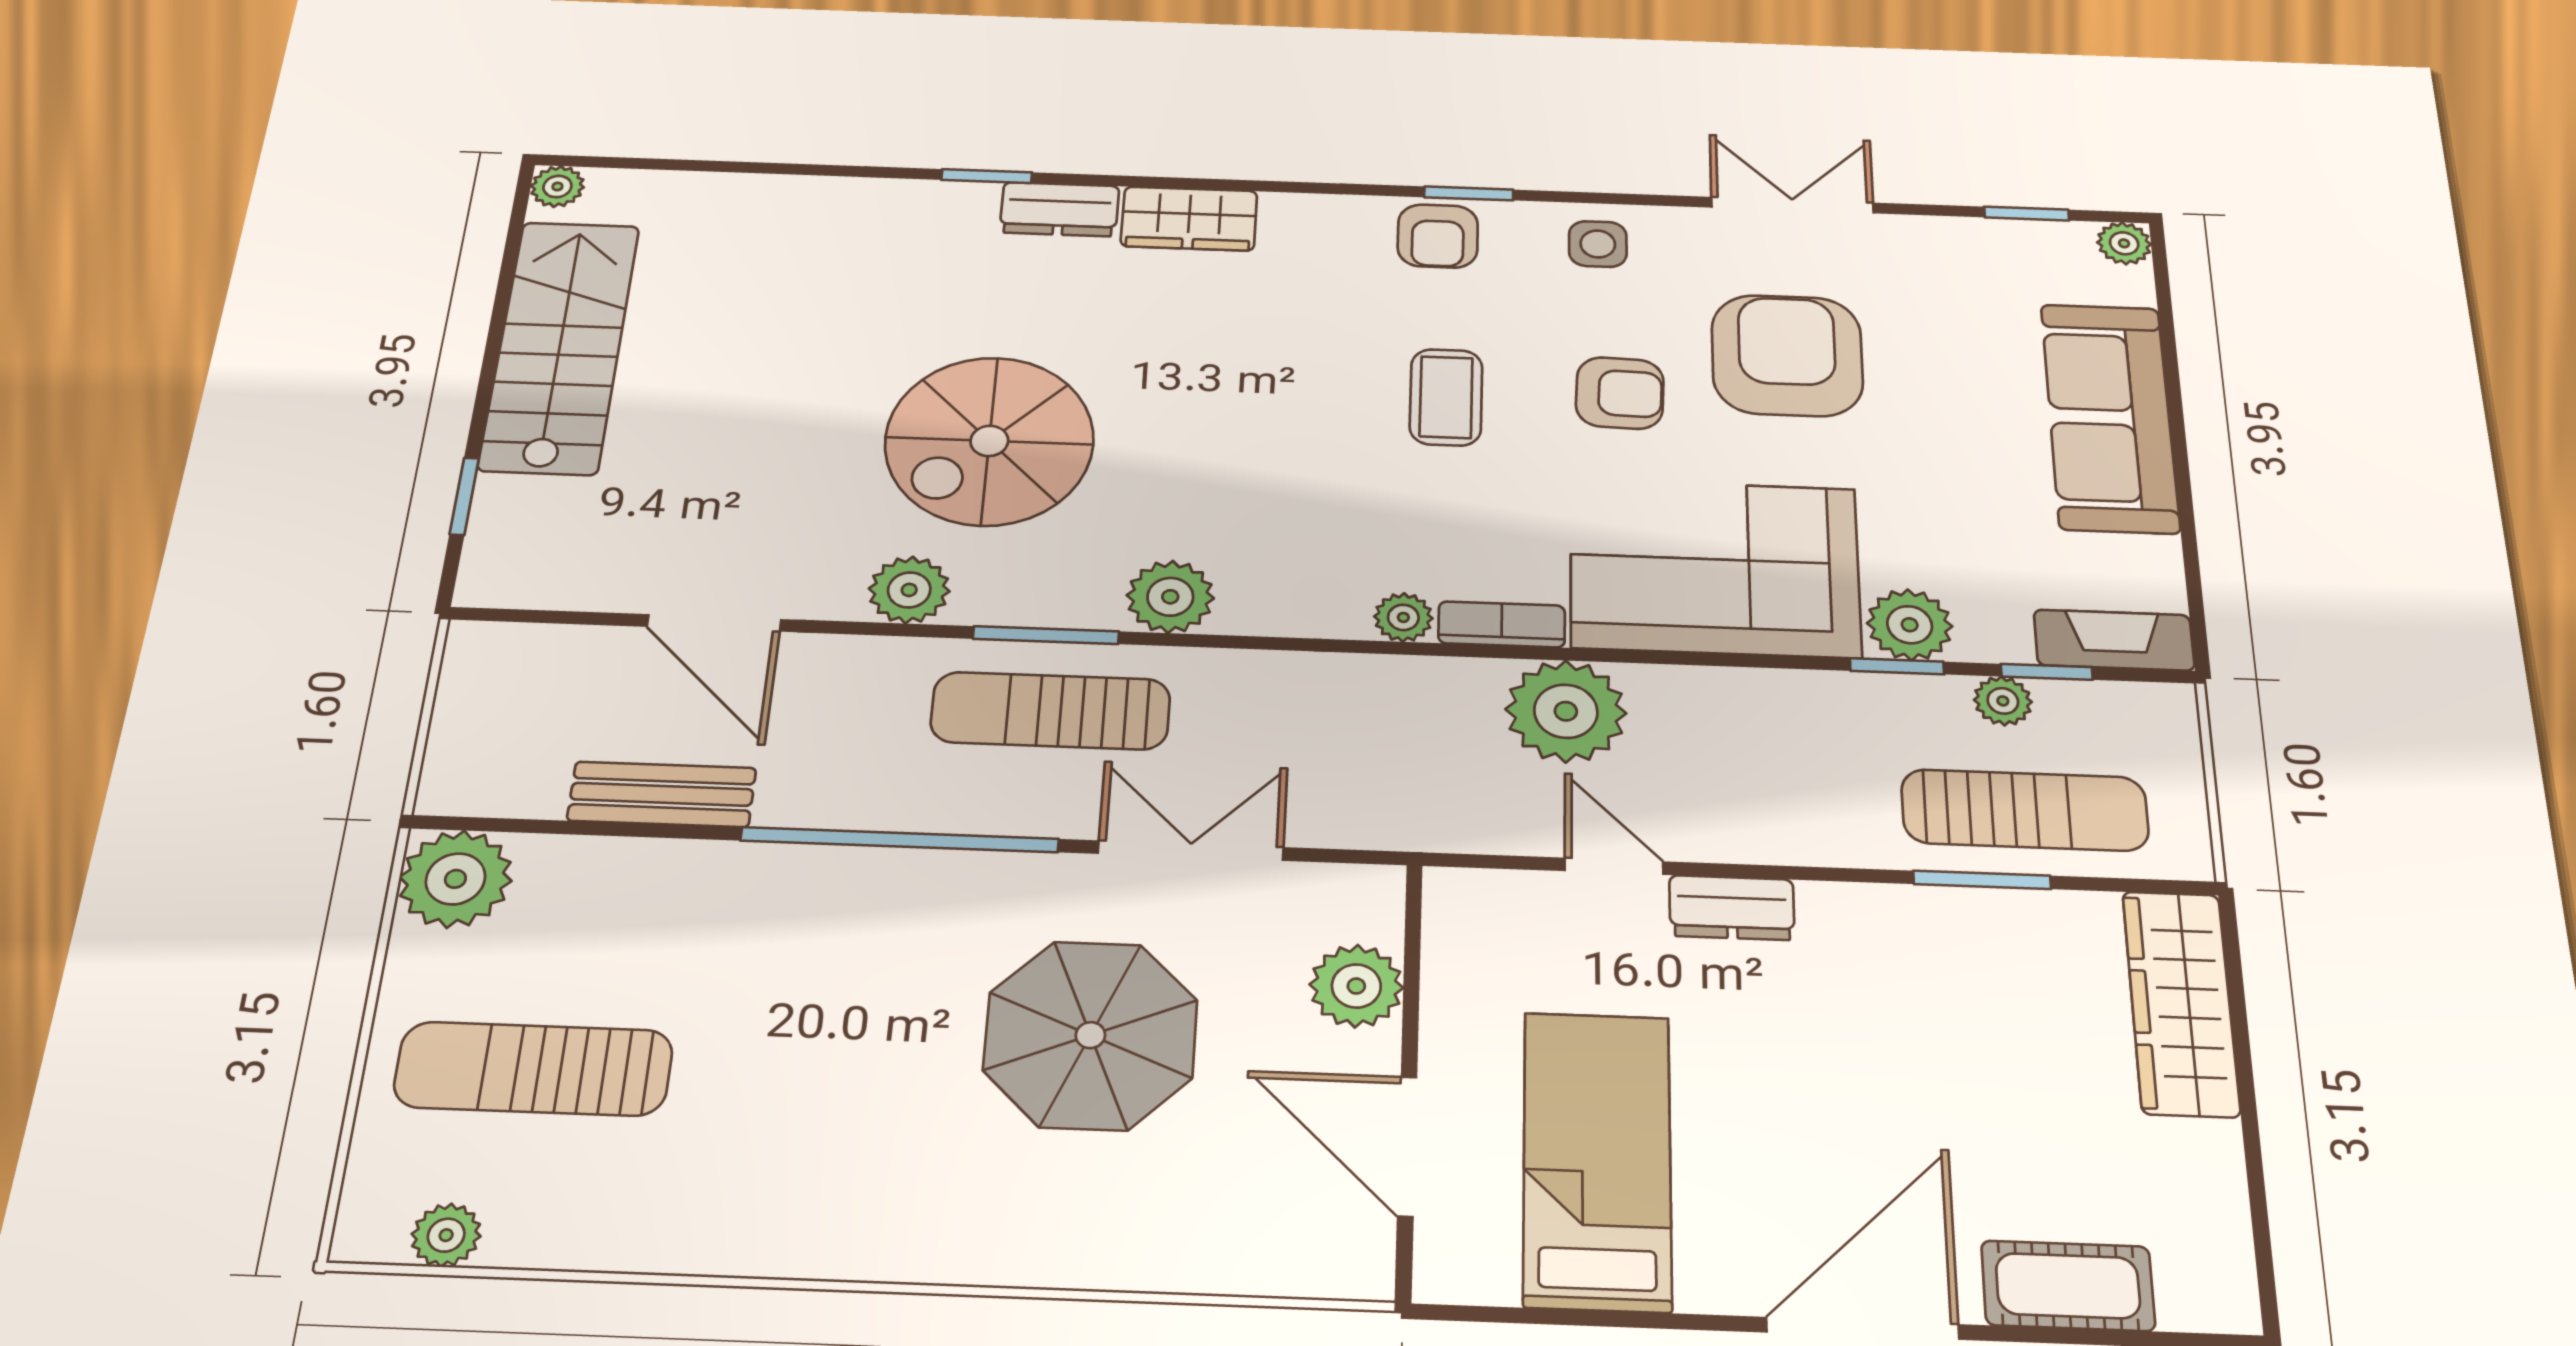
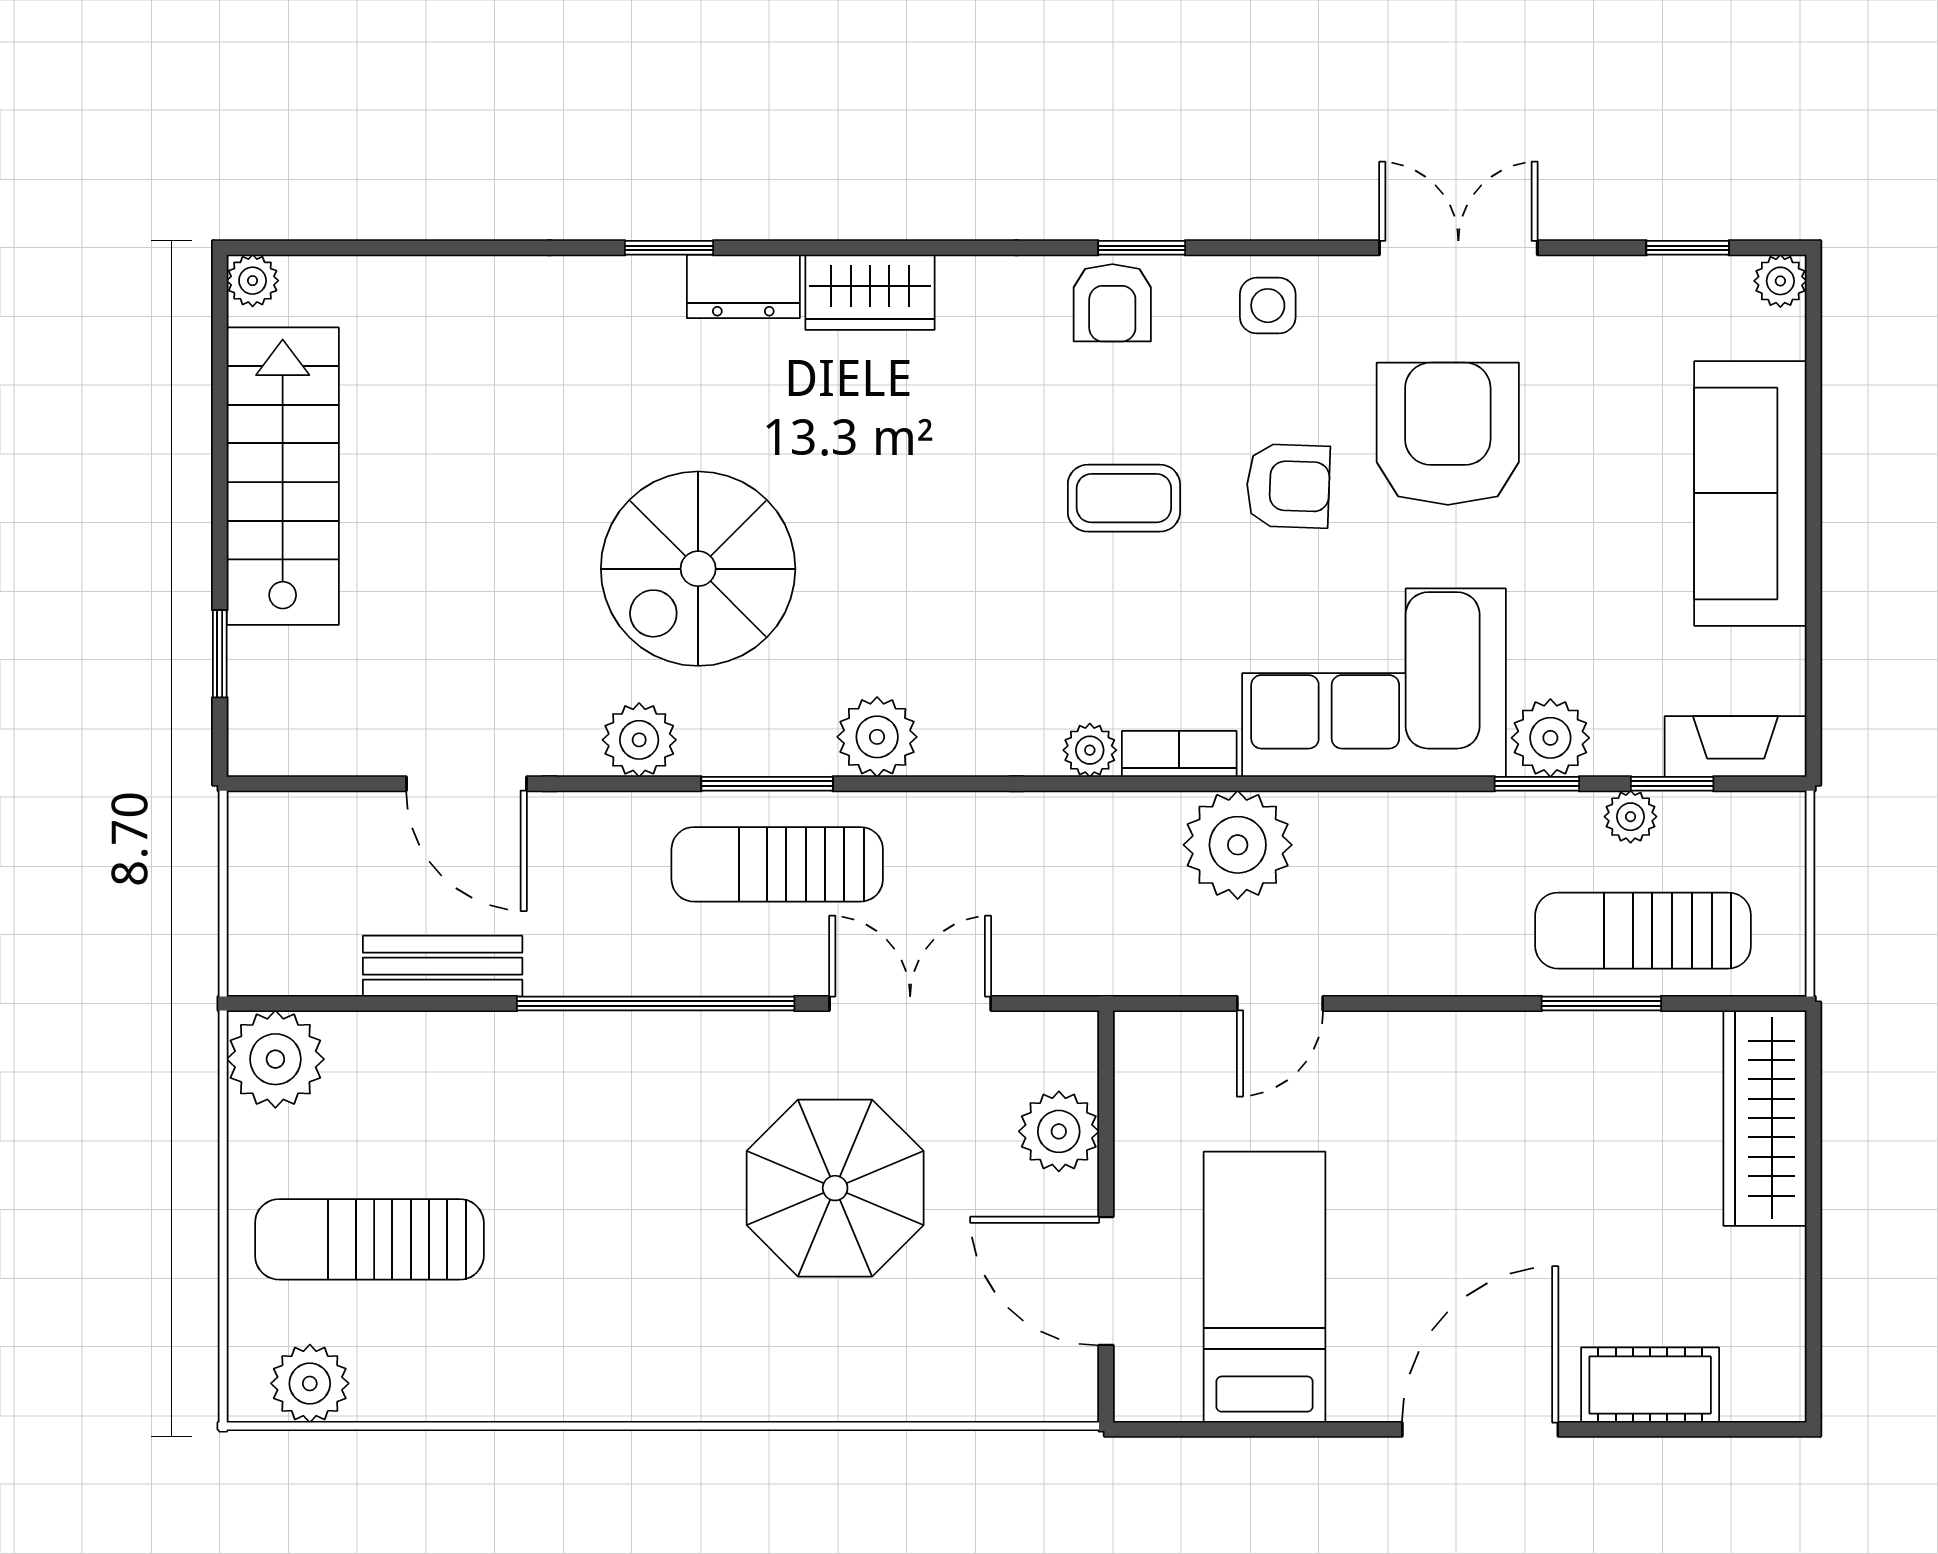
coffee table: (1446, 397) -> (1124, 498), turned 90
sun lounger: (2025, 810) -> (1643, 931), turned 180
door: (1614, 866) -> (1280, 1003), swing flipped
dresser: (1732, 908) -> (1382, 1041), removed
plant: (446, 1235) -> (310, 1383), width x1.38, depth x1.38

